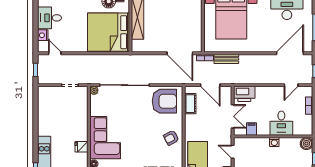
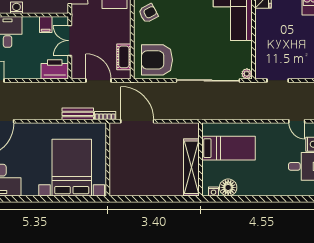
bed: (108, 32) -> (228, 148), width x0.49

